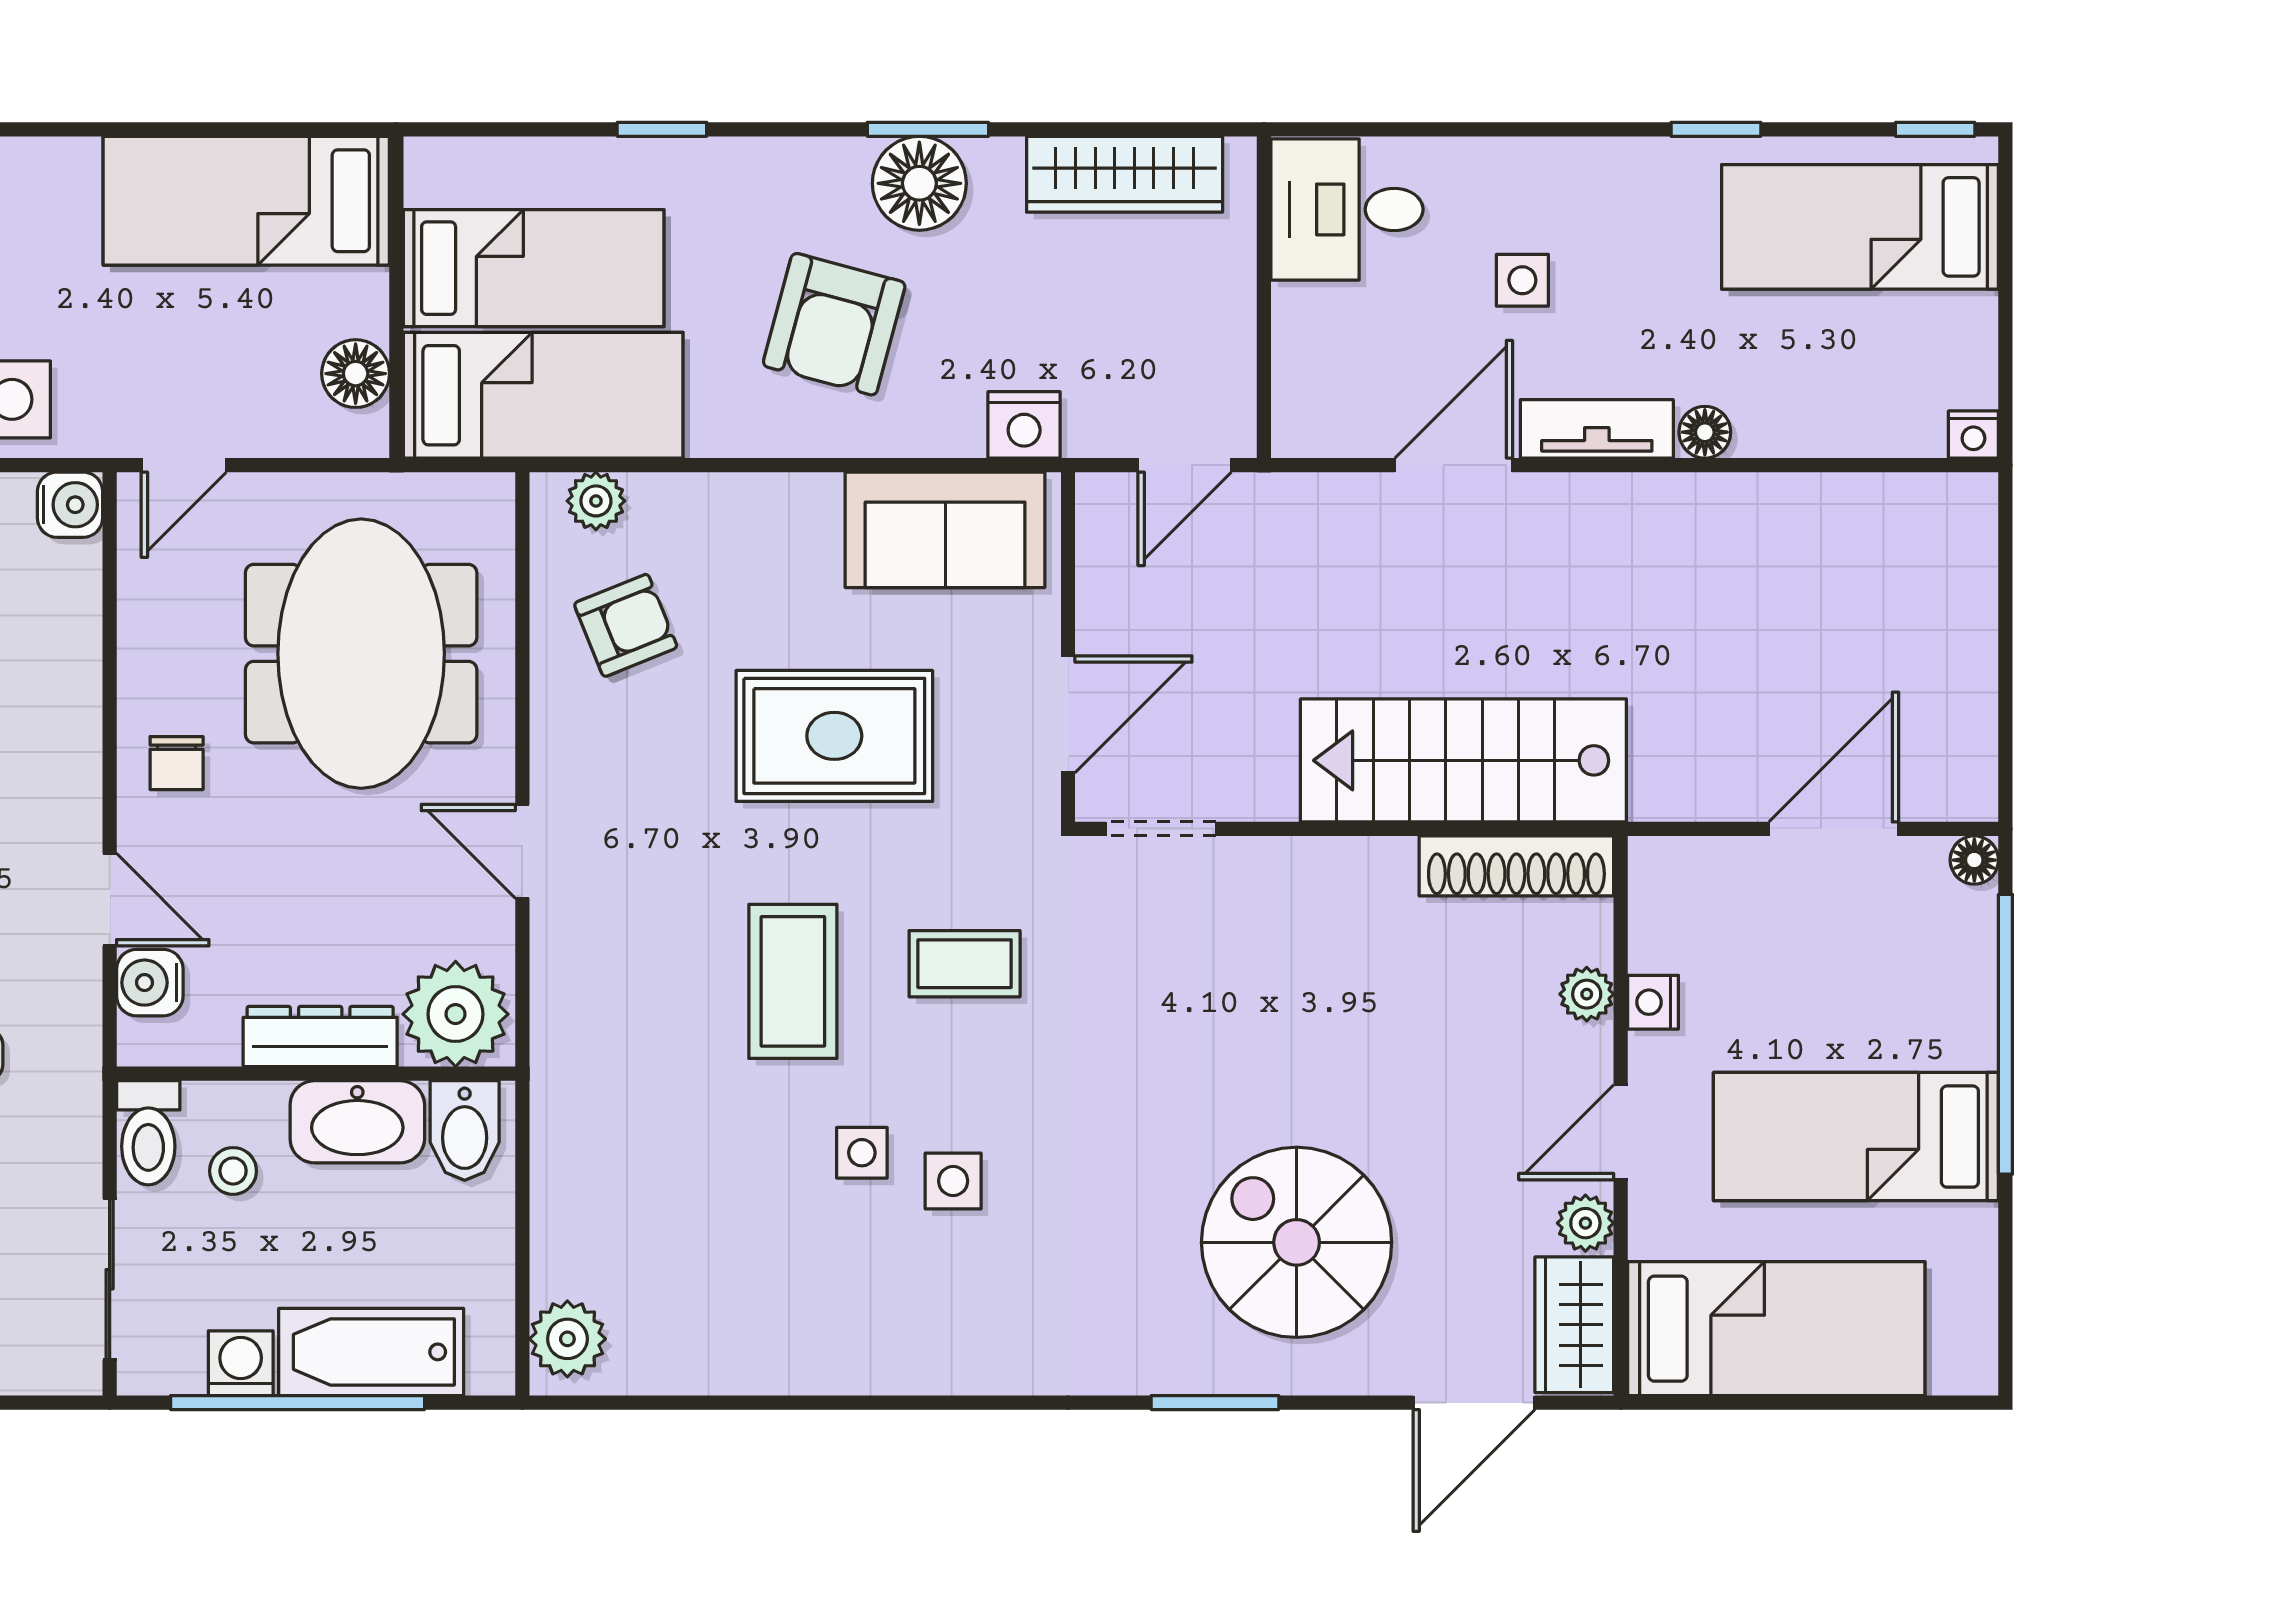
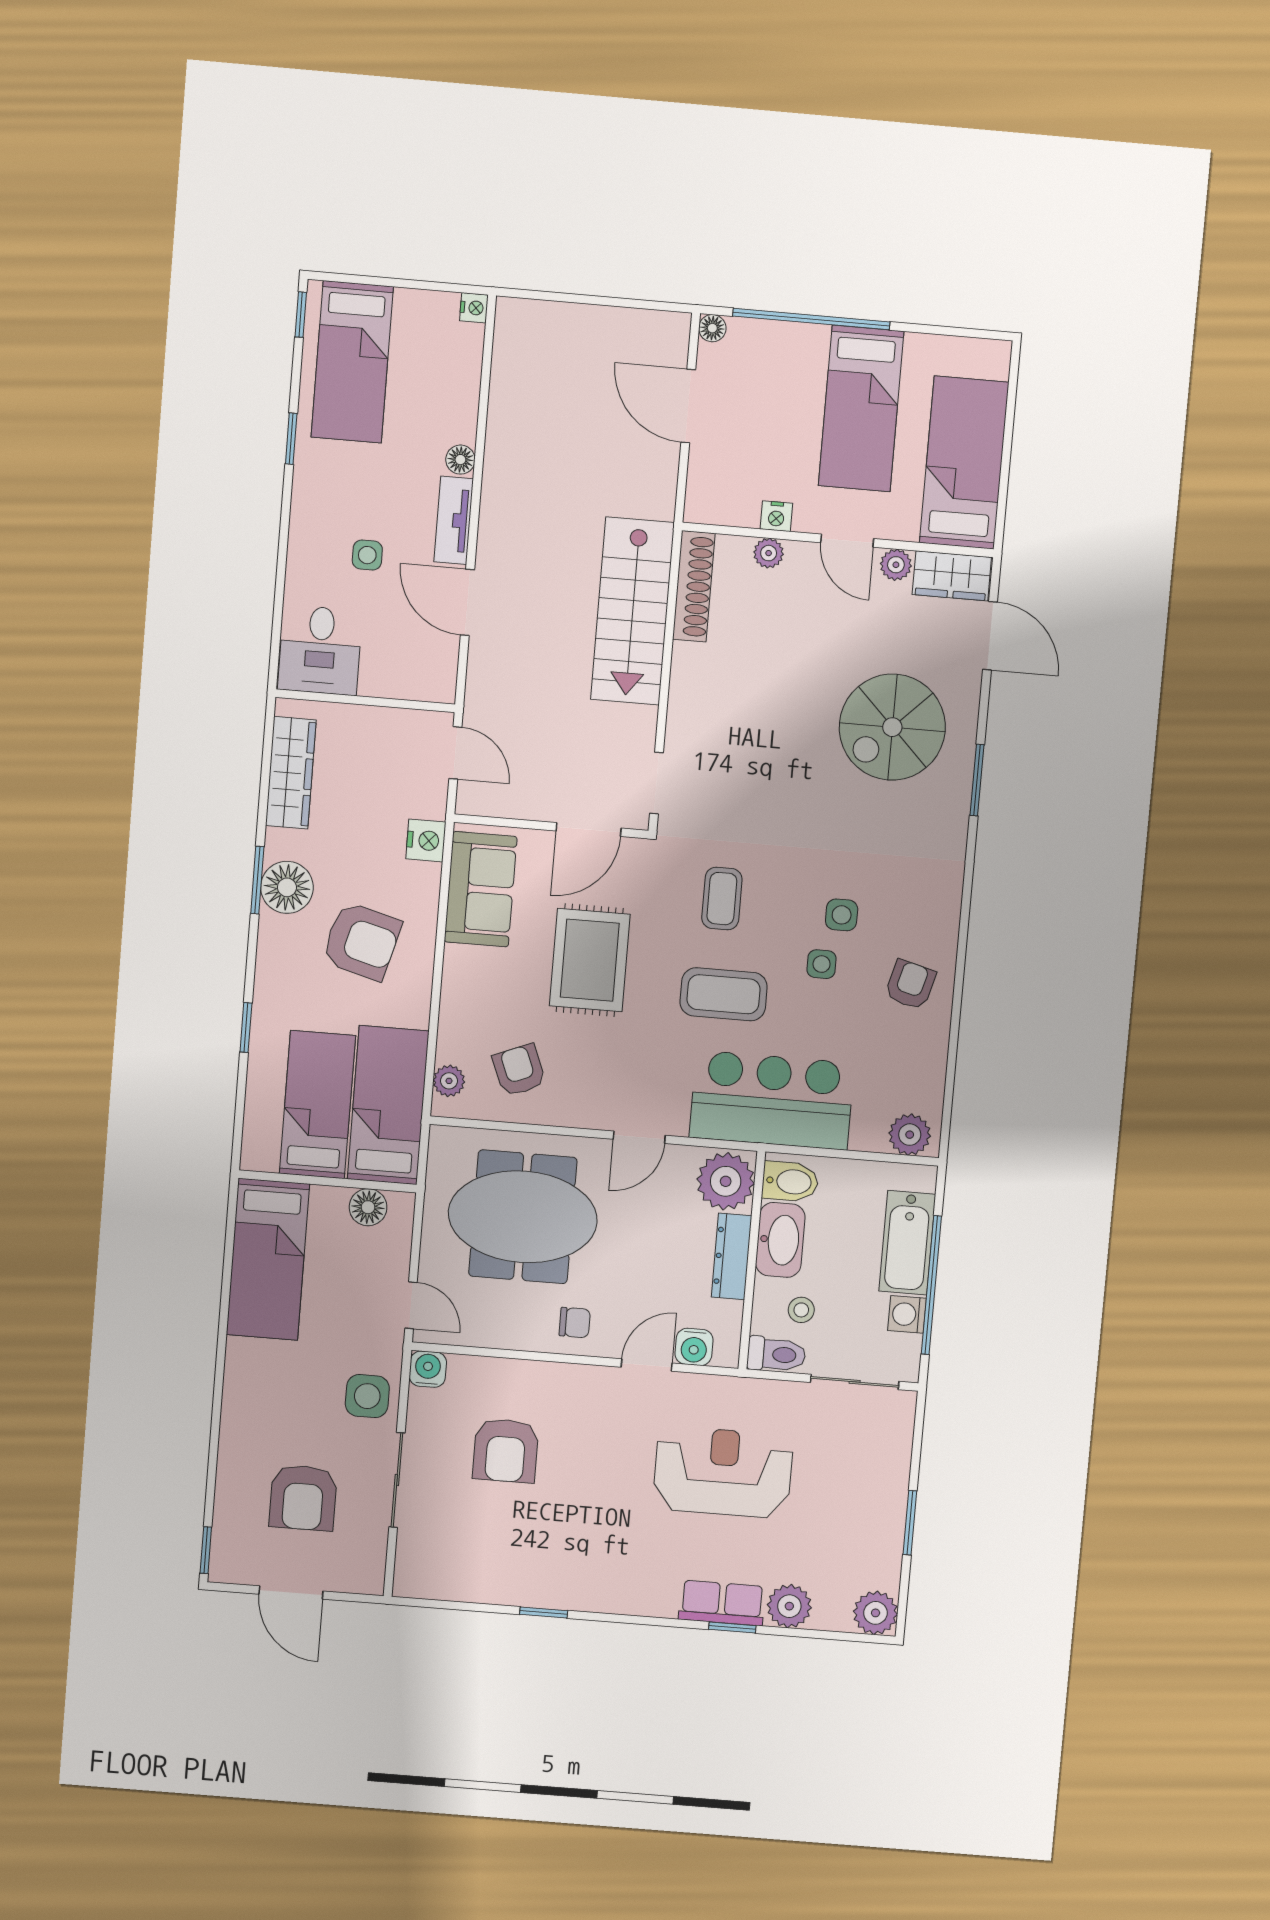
door: (1068, 714) -> (589, 830), swing flipped
bar counter: (609, 1085) -> (772, 1100), added
armchair: (838, 1316) -> (910, 985), added

